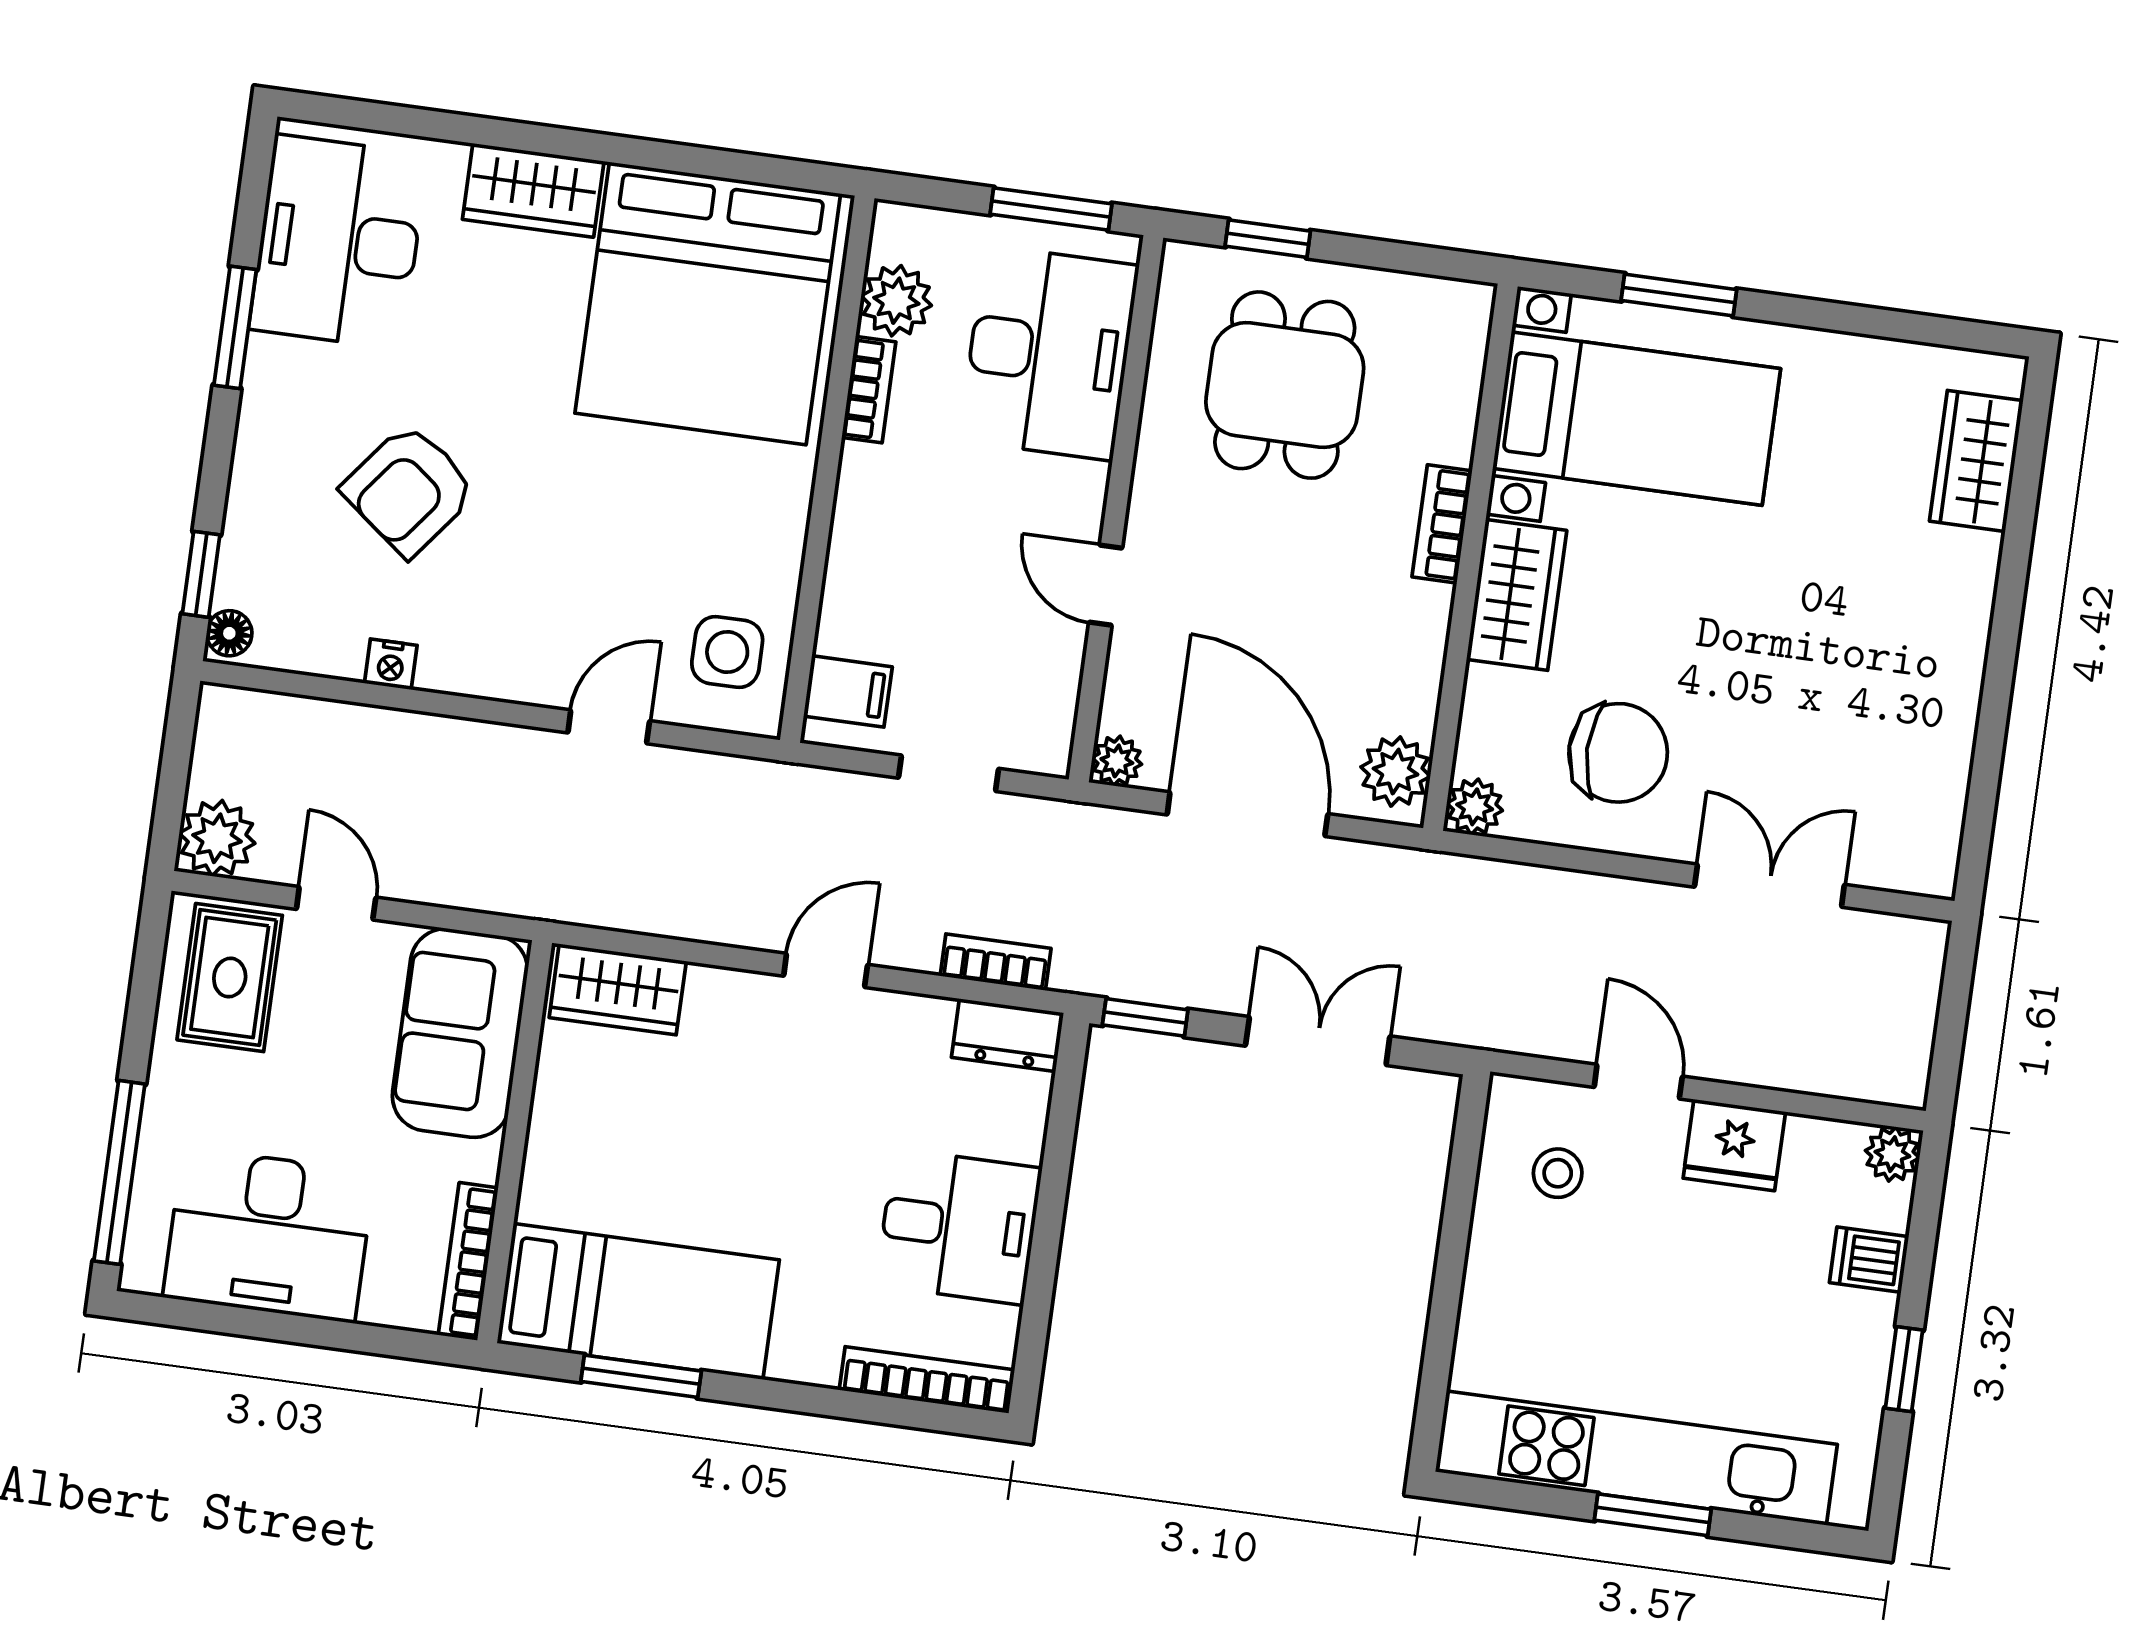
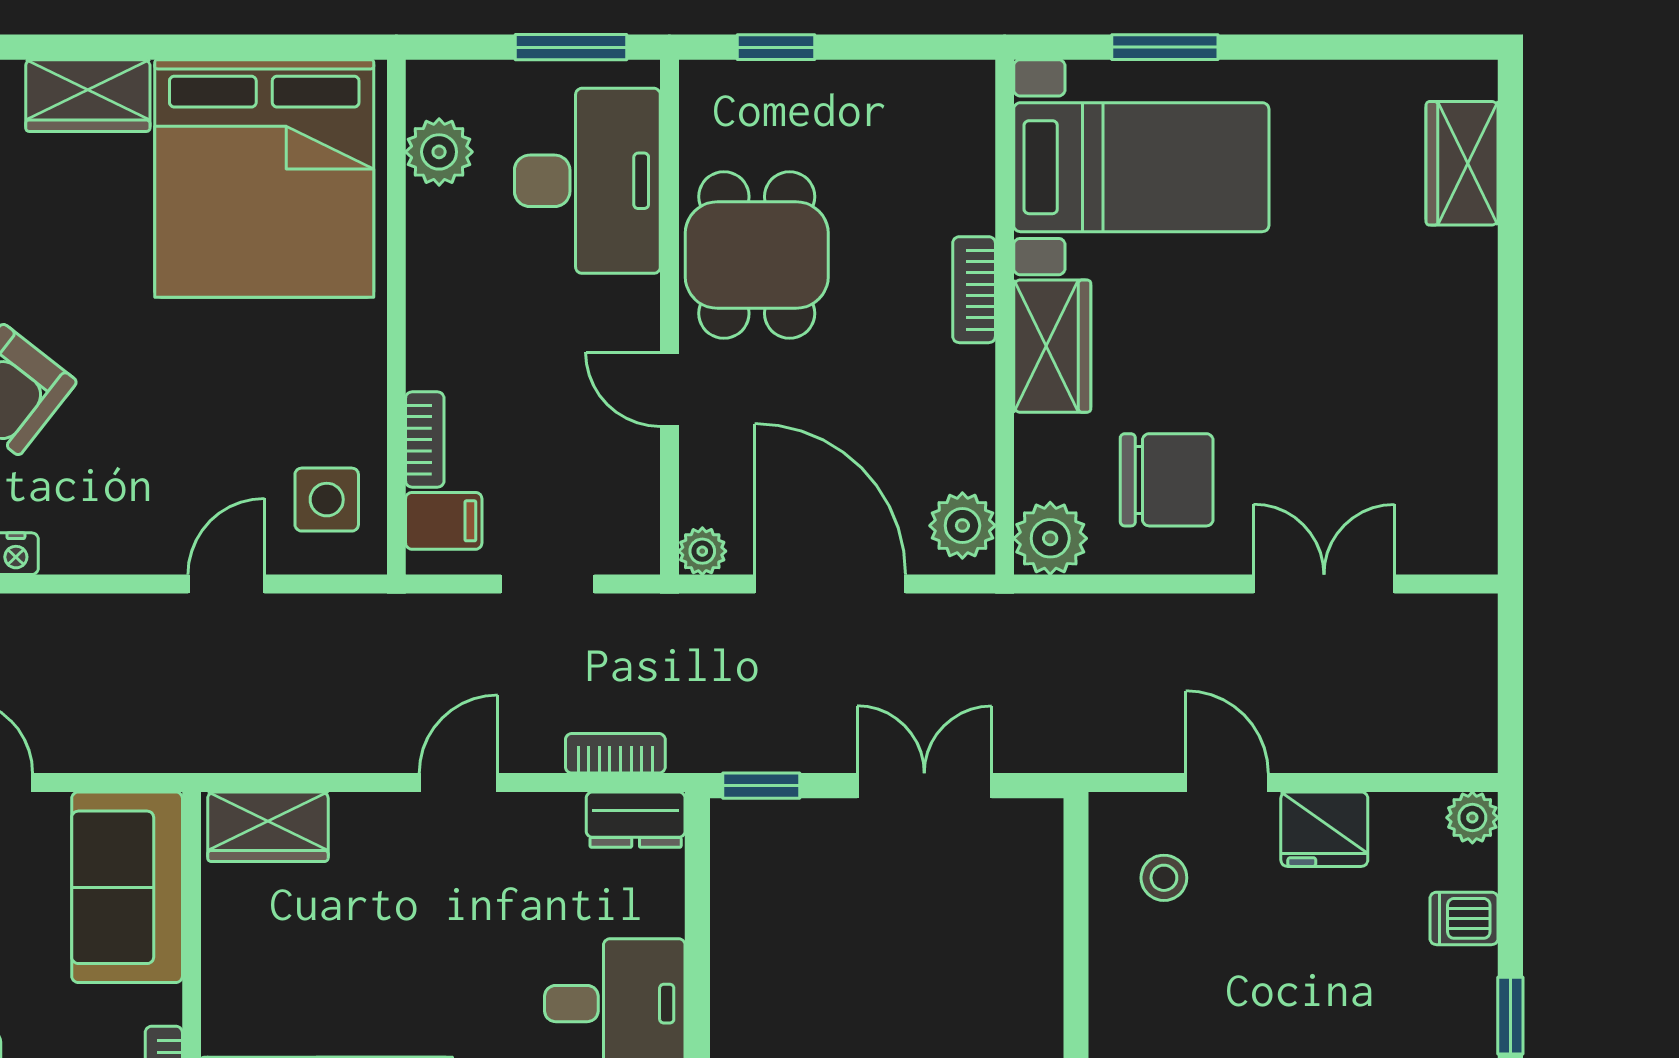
dining table: (1285, 385) -> (757, 255), moved
bookcase: (869, 390) -> (425, 440), moved
plant: (1475, 807) -> (1050, 538), width x1.38, depth x1.38

